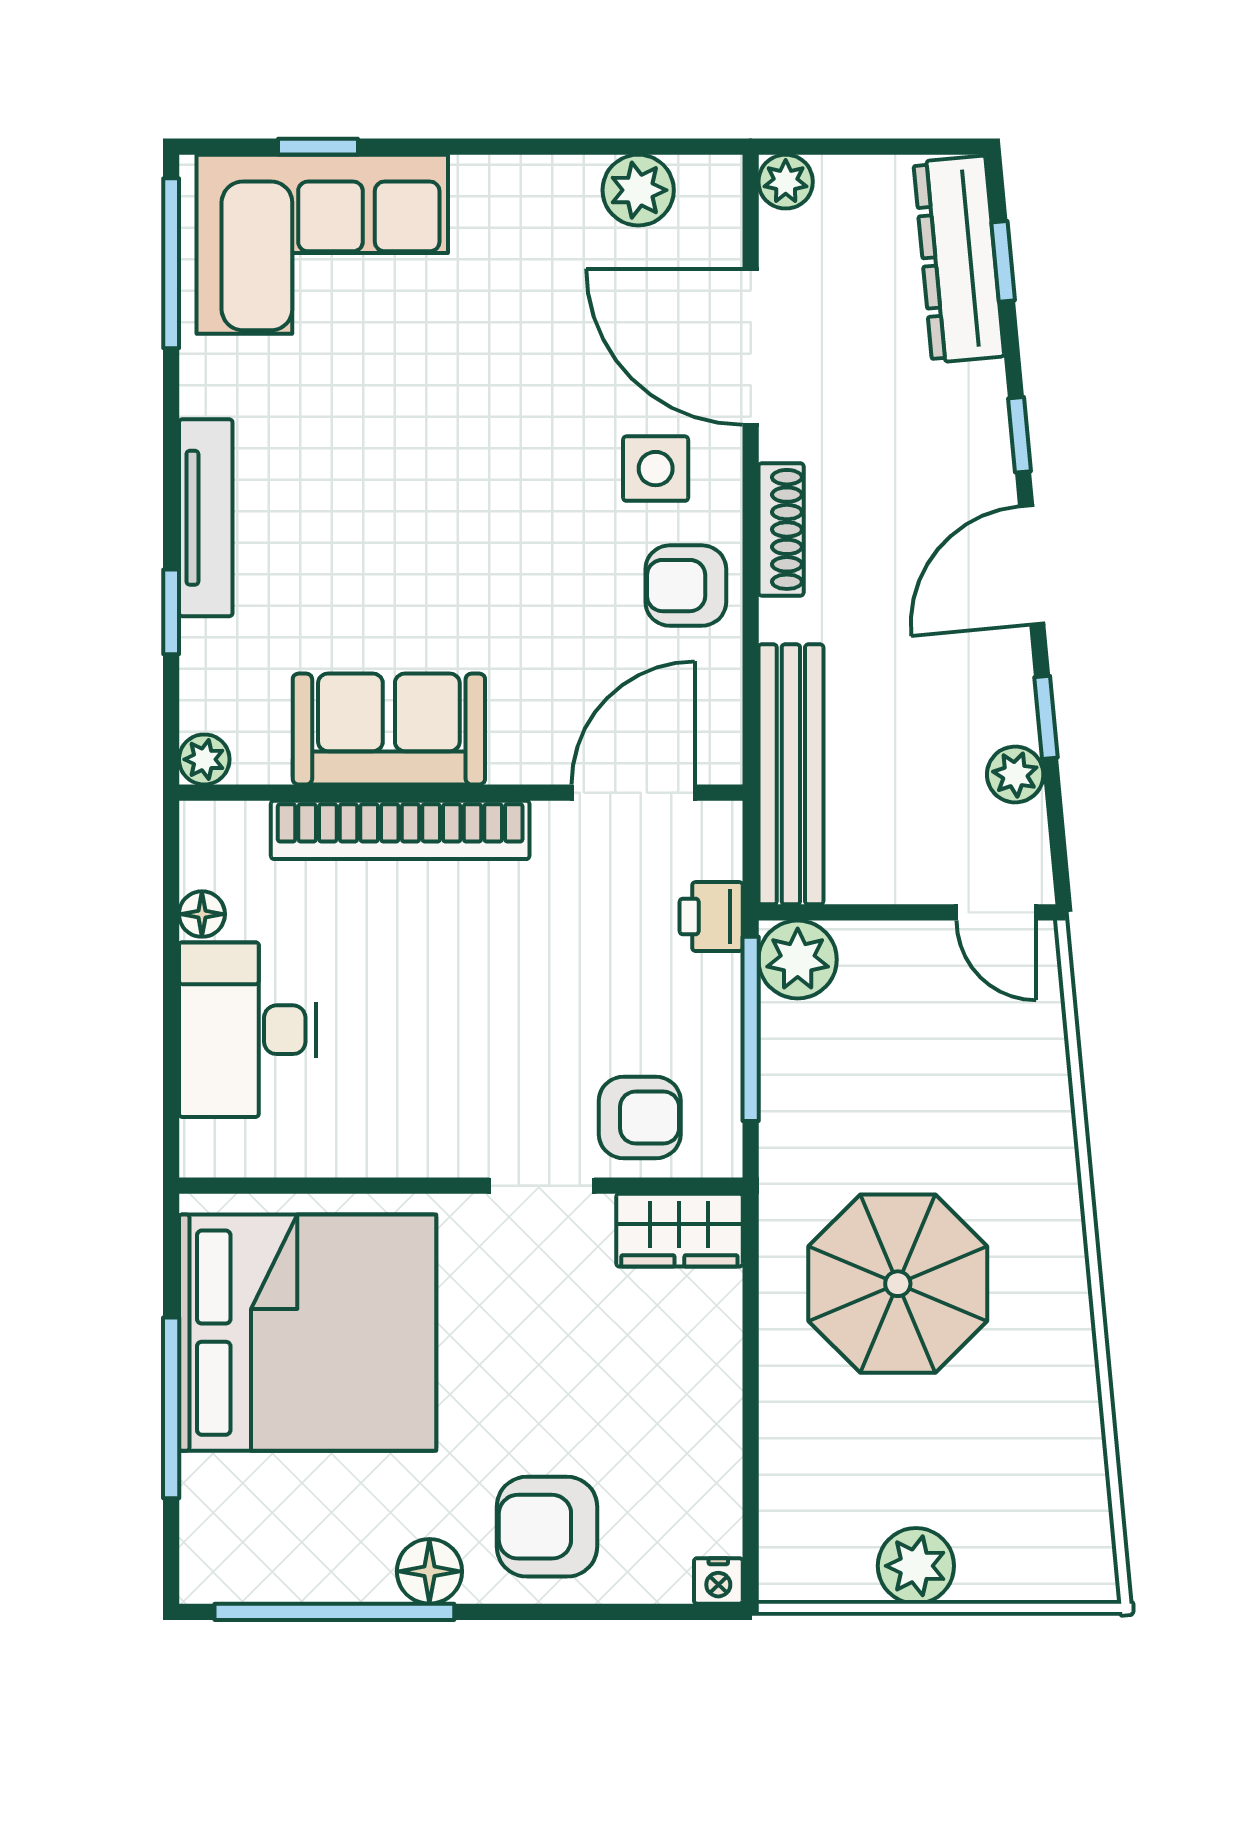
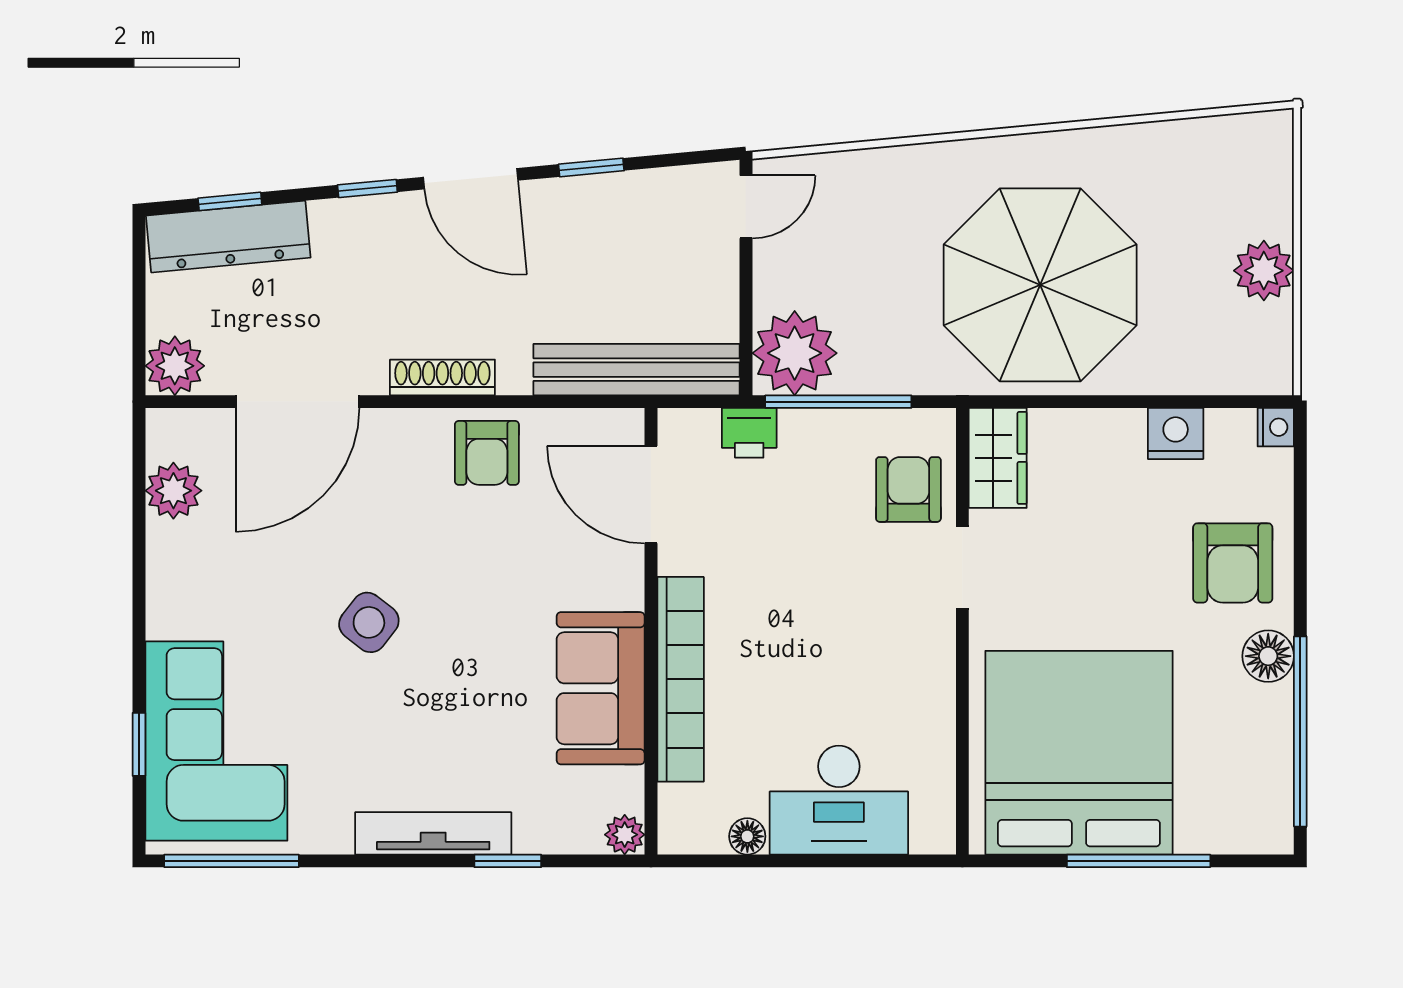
plant: (786, 182) -> (175, 366), width x1.38, depth x1.38
side table: (656, 469) -> (369, 622), moved, turned 38
plant: (1015, 774) -> (637, 192), removed
plant: (798, 960) -> (795, 353), width x1.36, depth x1.36
parasol: (898, 1284) -> (1040, 285), width x1.36, depth x1.36
nightstand: (710, 1455) -> (1176, 434), added

